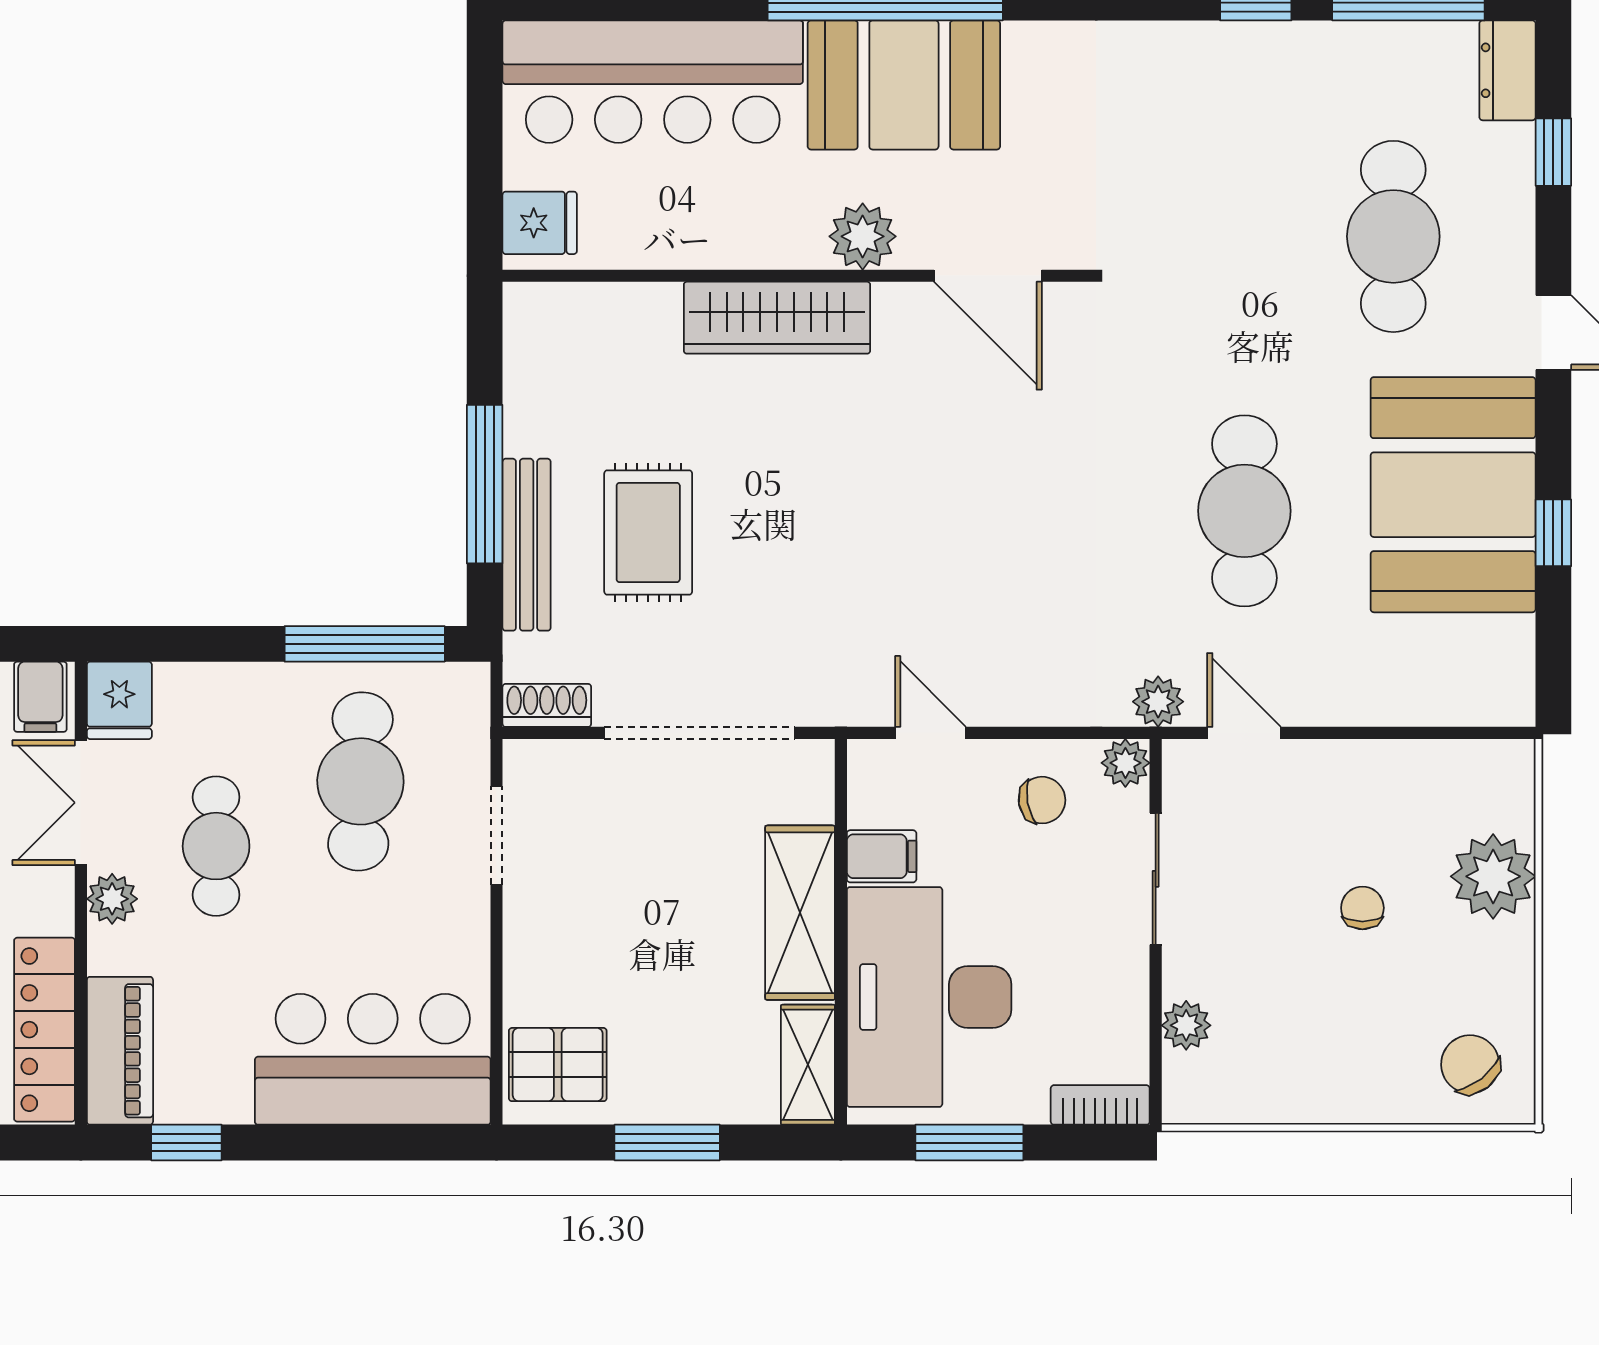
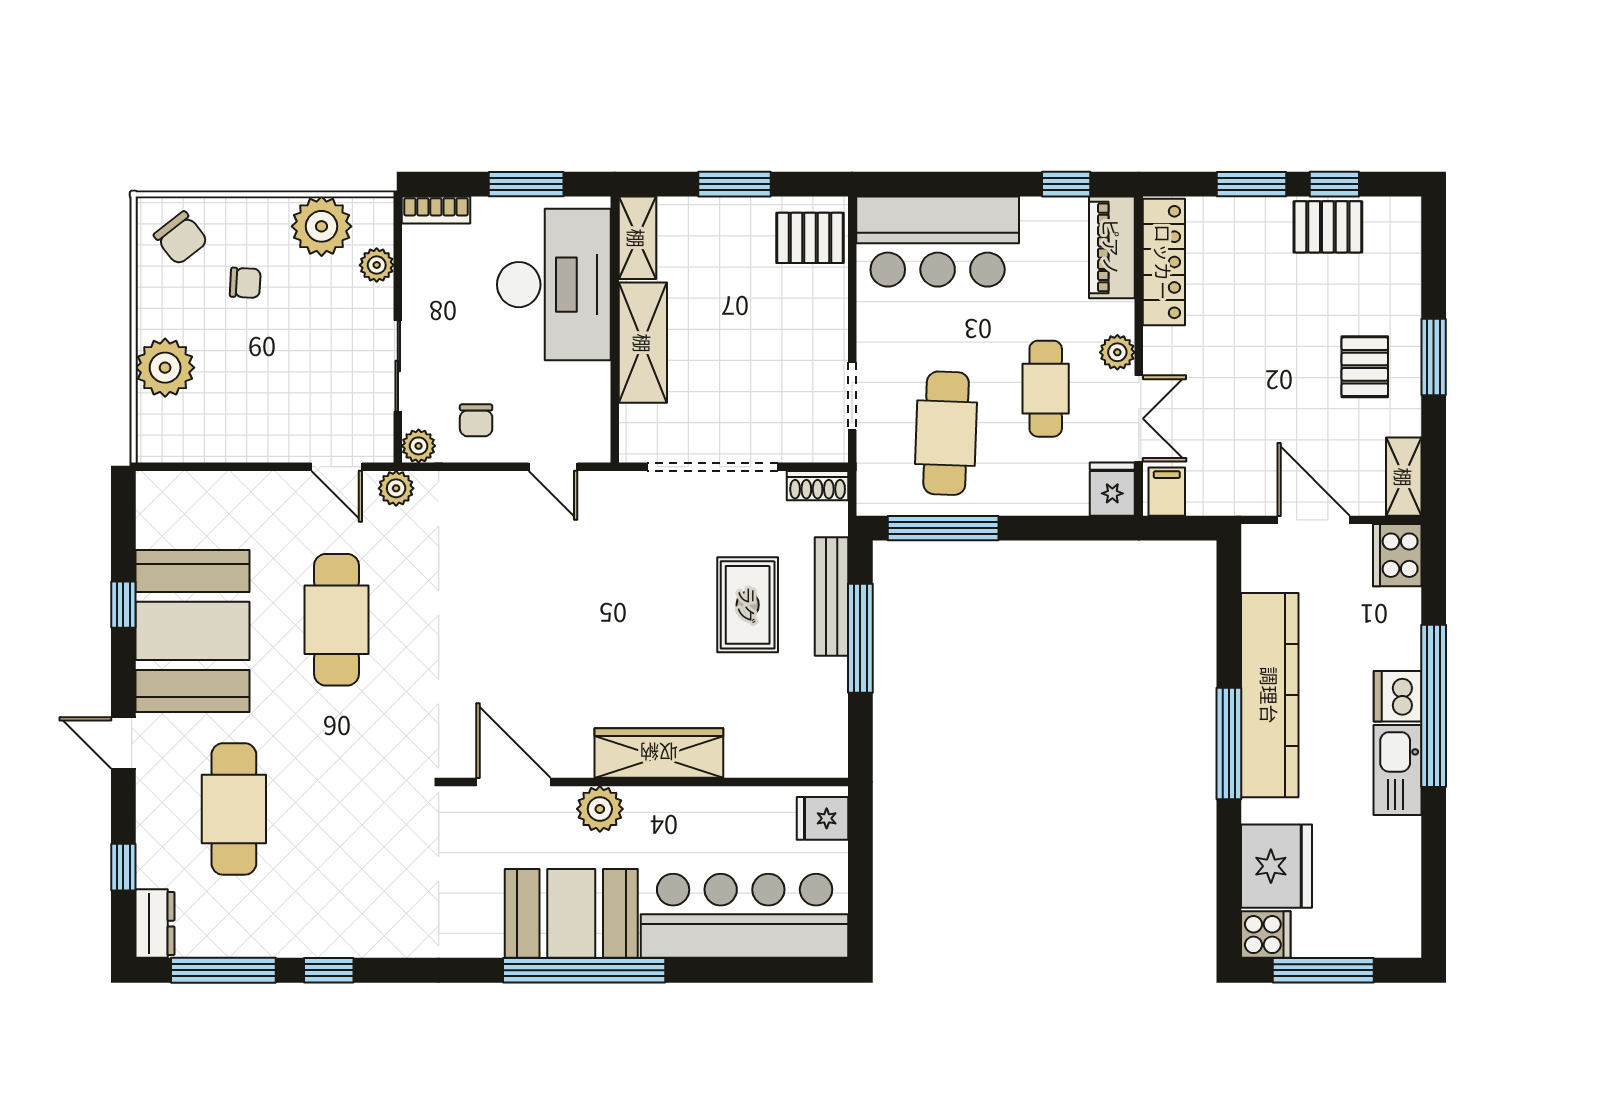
chair: (1042, 800) -> (476, 420), turned -80
filing cabinet: (882, 856) -> (587, 382), removed
chair: (1362, 908) -> (245, 283), moved, turned -87
plant: (1266, 1081) -> (322, 226), added

